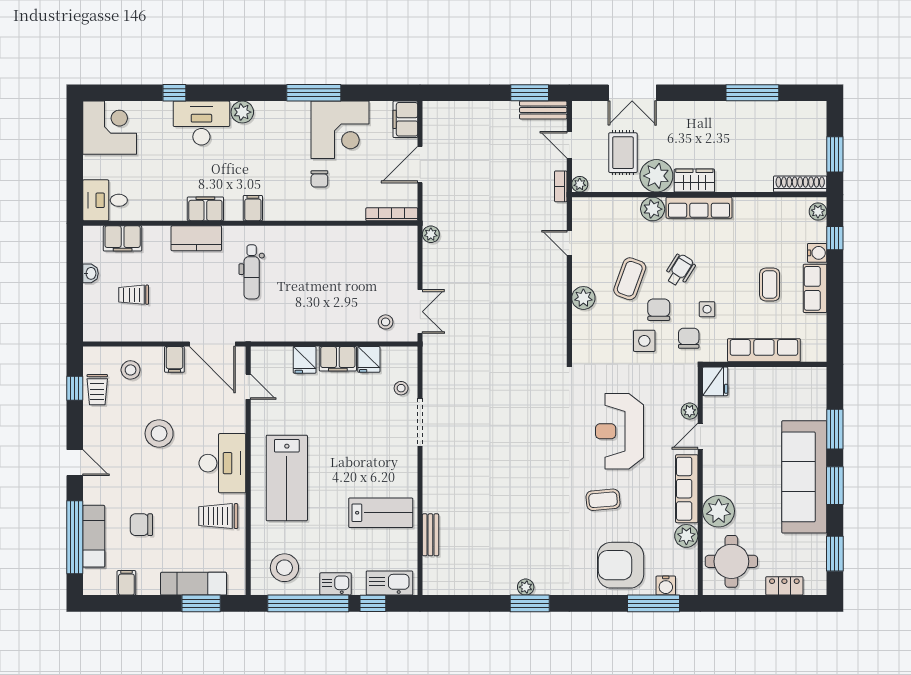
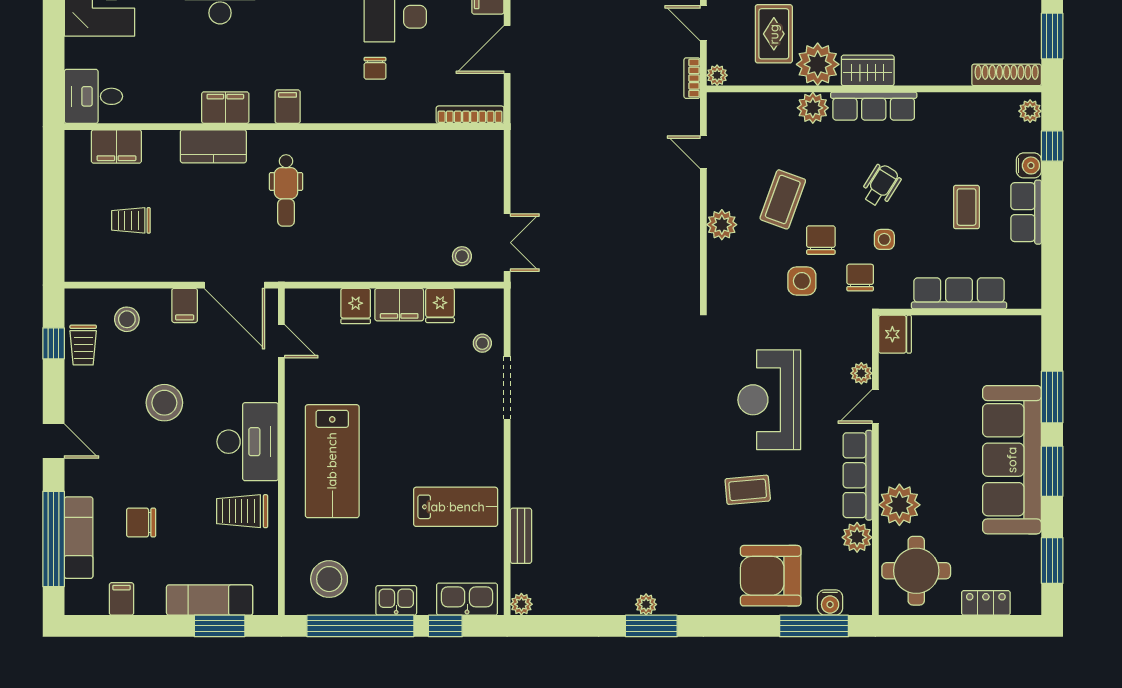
plant: (431, 234) -> (521, 604), moved
wheelchair: (680, 270) -> (881, 186), moved
washbasin: (91, 273) -> (74, 192), removed

